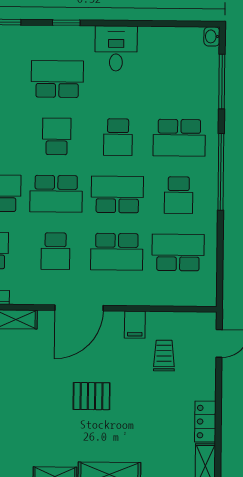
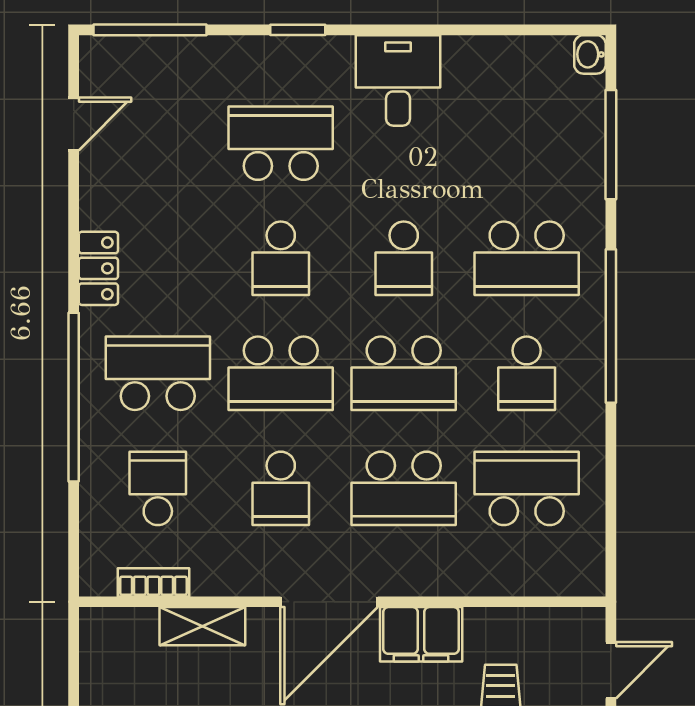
school desk: (57, 136) -> (281, 258), turned 180
school desk: (117, 194) -> (404, 373), turned 180
filing cabinet: (135, 325) -> (421, 634), width x2.00

